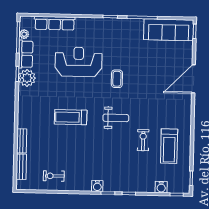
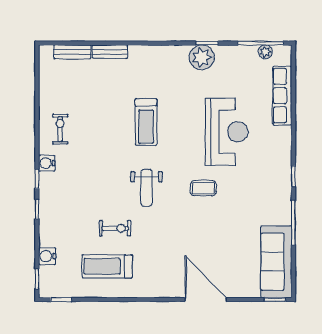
row of seats: (26, 54) -> (236, 55), removed
treadmill: (71, 117) -> (146, 122), turned 180
exercise bike: (54, 176) -> (60, 129), moved

